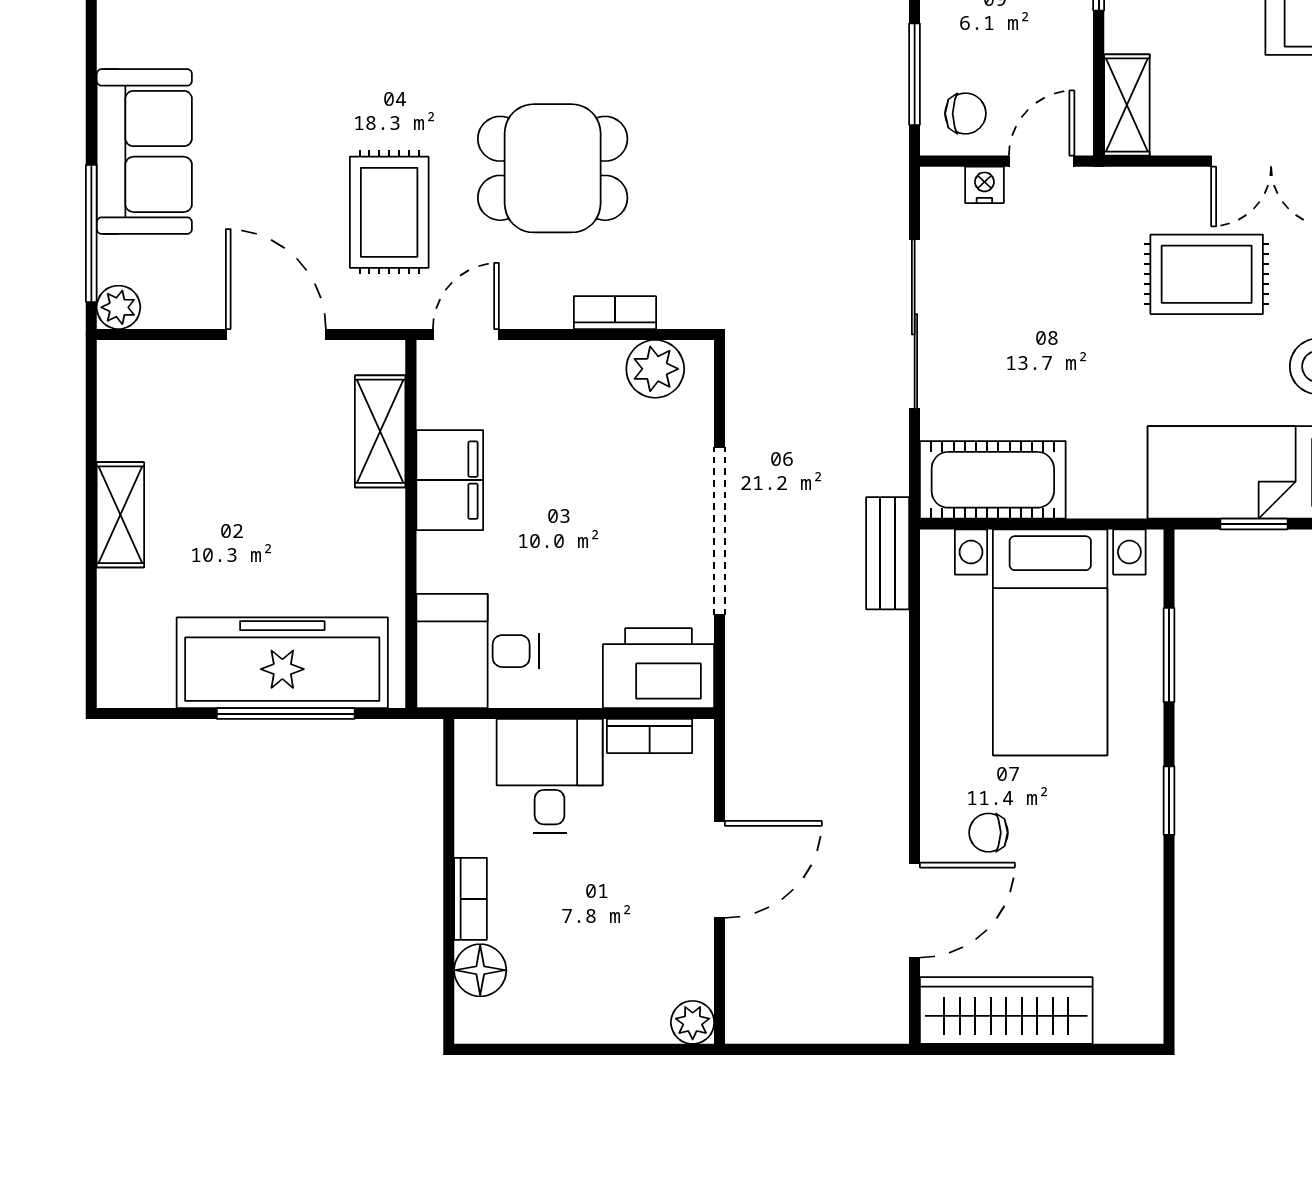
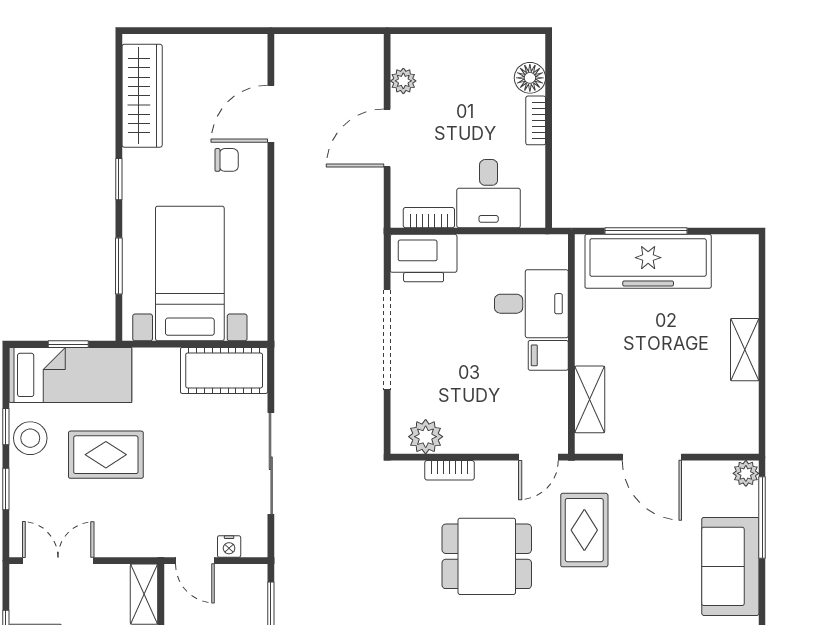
chair: (966, 114) -> (240, 589), removed
door: (1042, 161) -> (195, 561), hinge flipped
rug: (1207, 274) -> (106, 455), moved
filing cabinet: (450, 480) -> (548, 355), width x0.50
bench: (888, 553) -> (287, 327), removed
desk: (478, 651) -> (531, 304), moved
wardrobe: (1006, 1011) -> (142, 96), moved, turned -90
plant: (693, 1022) -> (403, 81), moved

